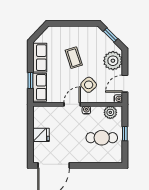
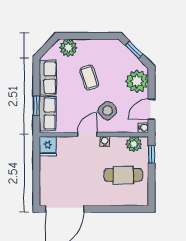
plant: (57, 33) -> (68, 48), added
window: (125, 134) -> (151, 154), moved
fridge: (41, 135) -> (48, 146), moved, turned 90

